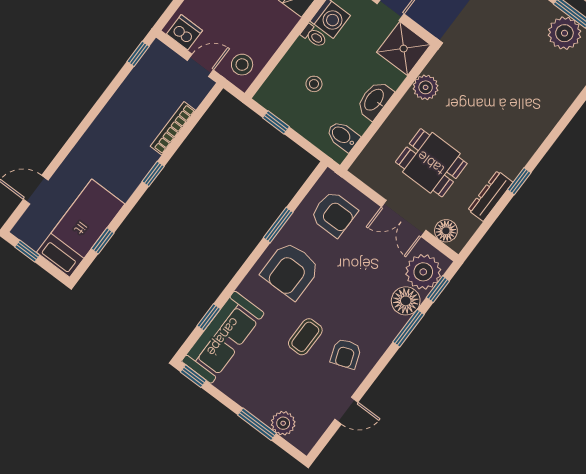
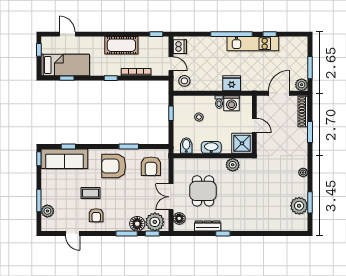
cot: (115, 120) -> (121, 45), added
armchair: (346, 354) -> (96, 215), turned -70

